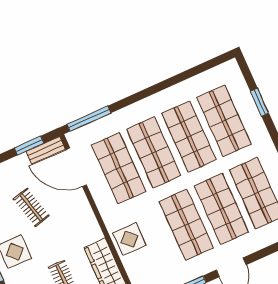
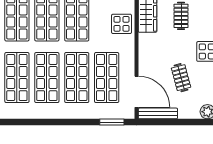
window: (89, 119) -> (112, 122), width x0.69
window: (29, 145) -> (163, 122), removed
bench: (46, 150) -> (158, 113), width x1.36

